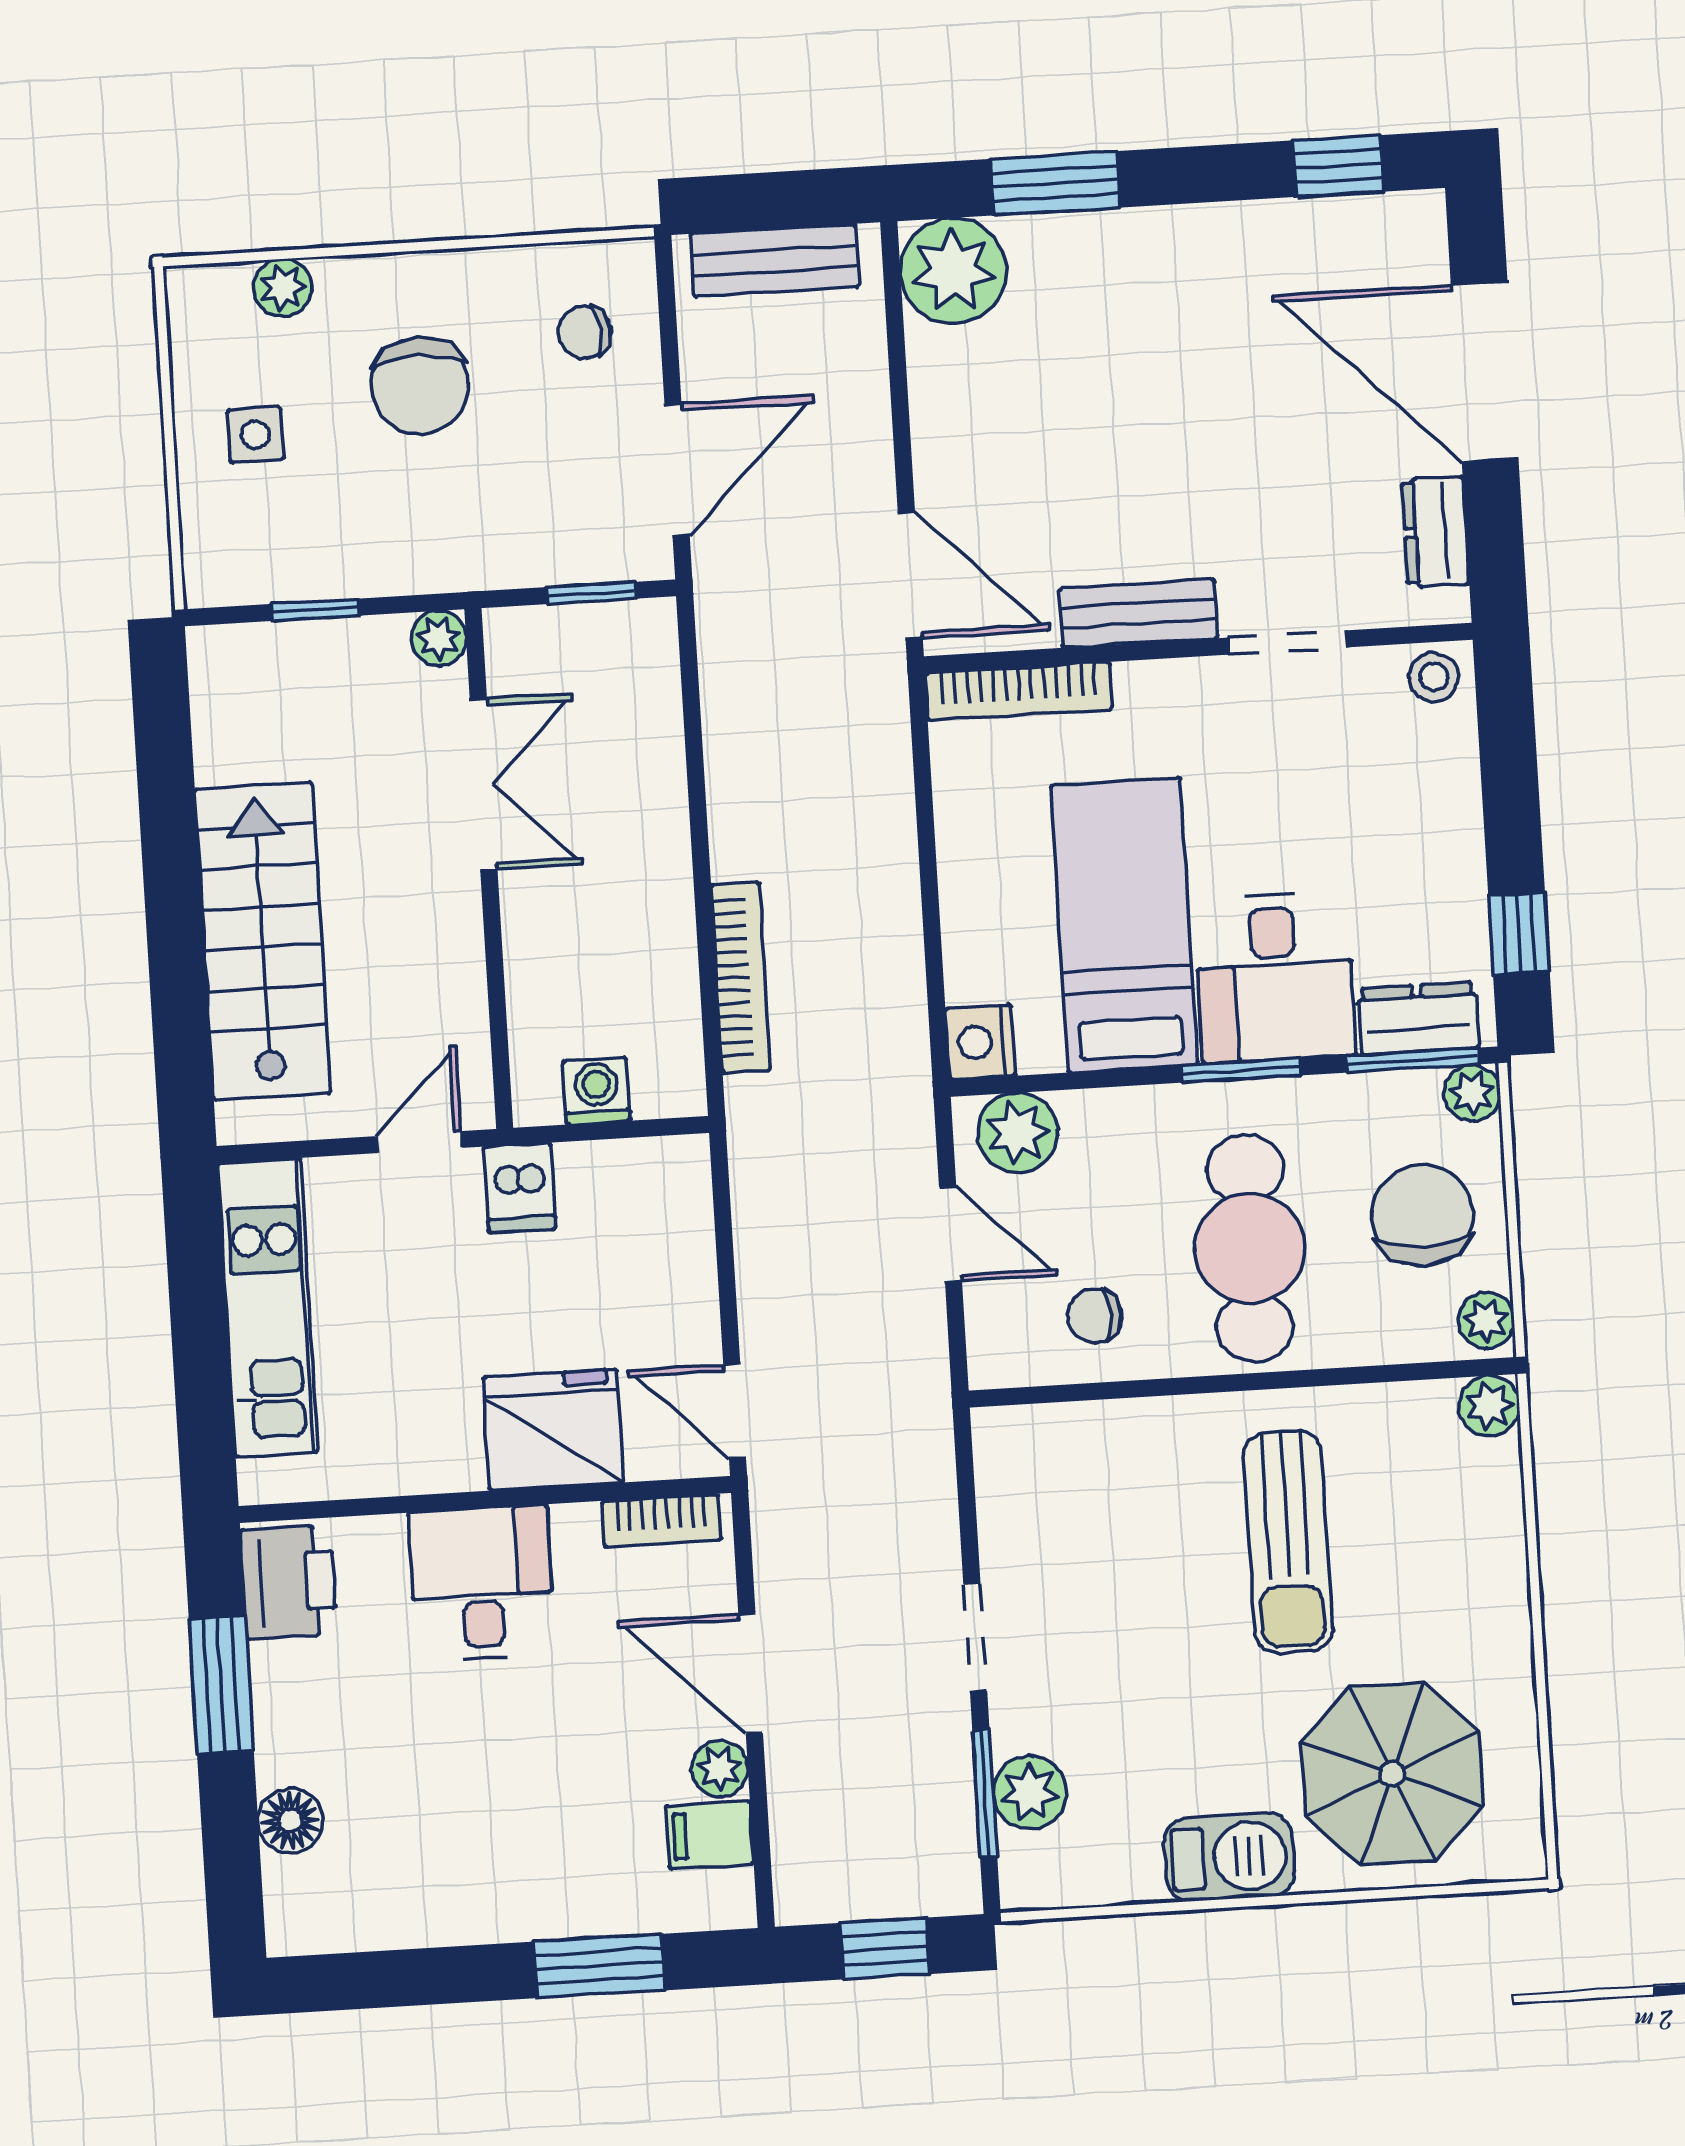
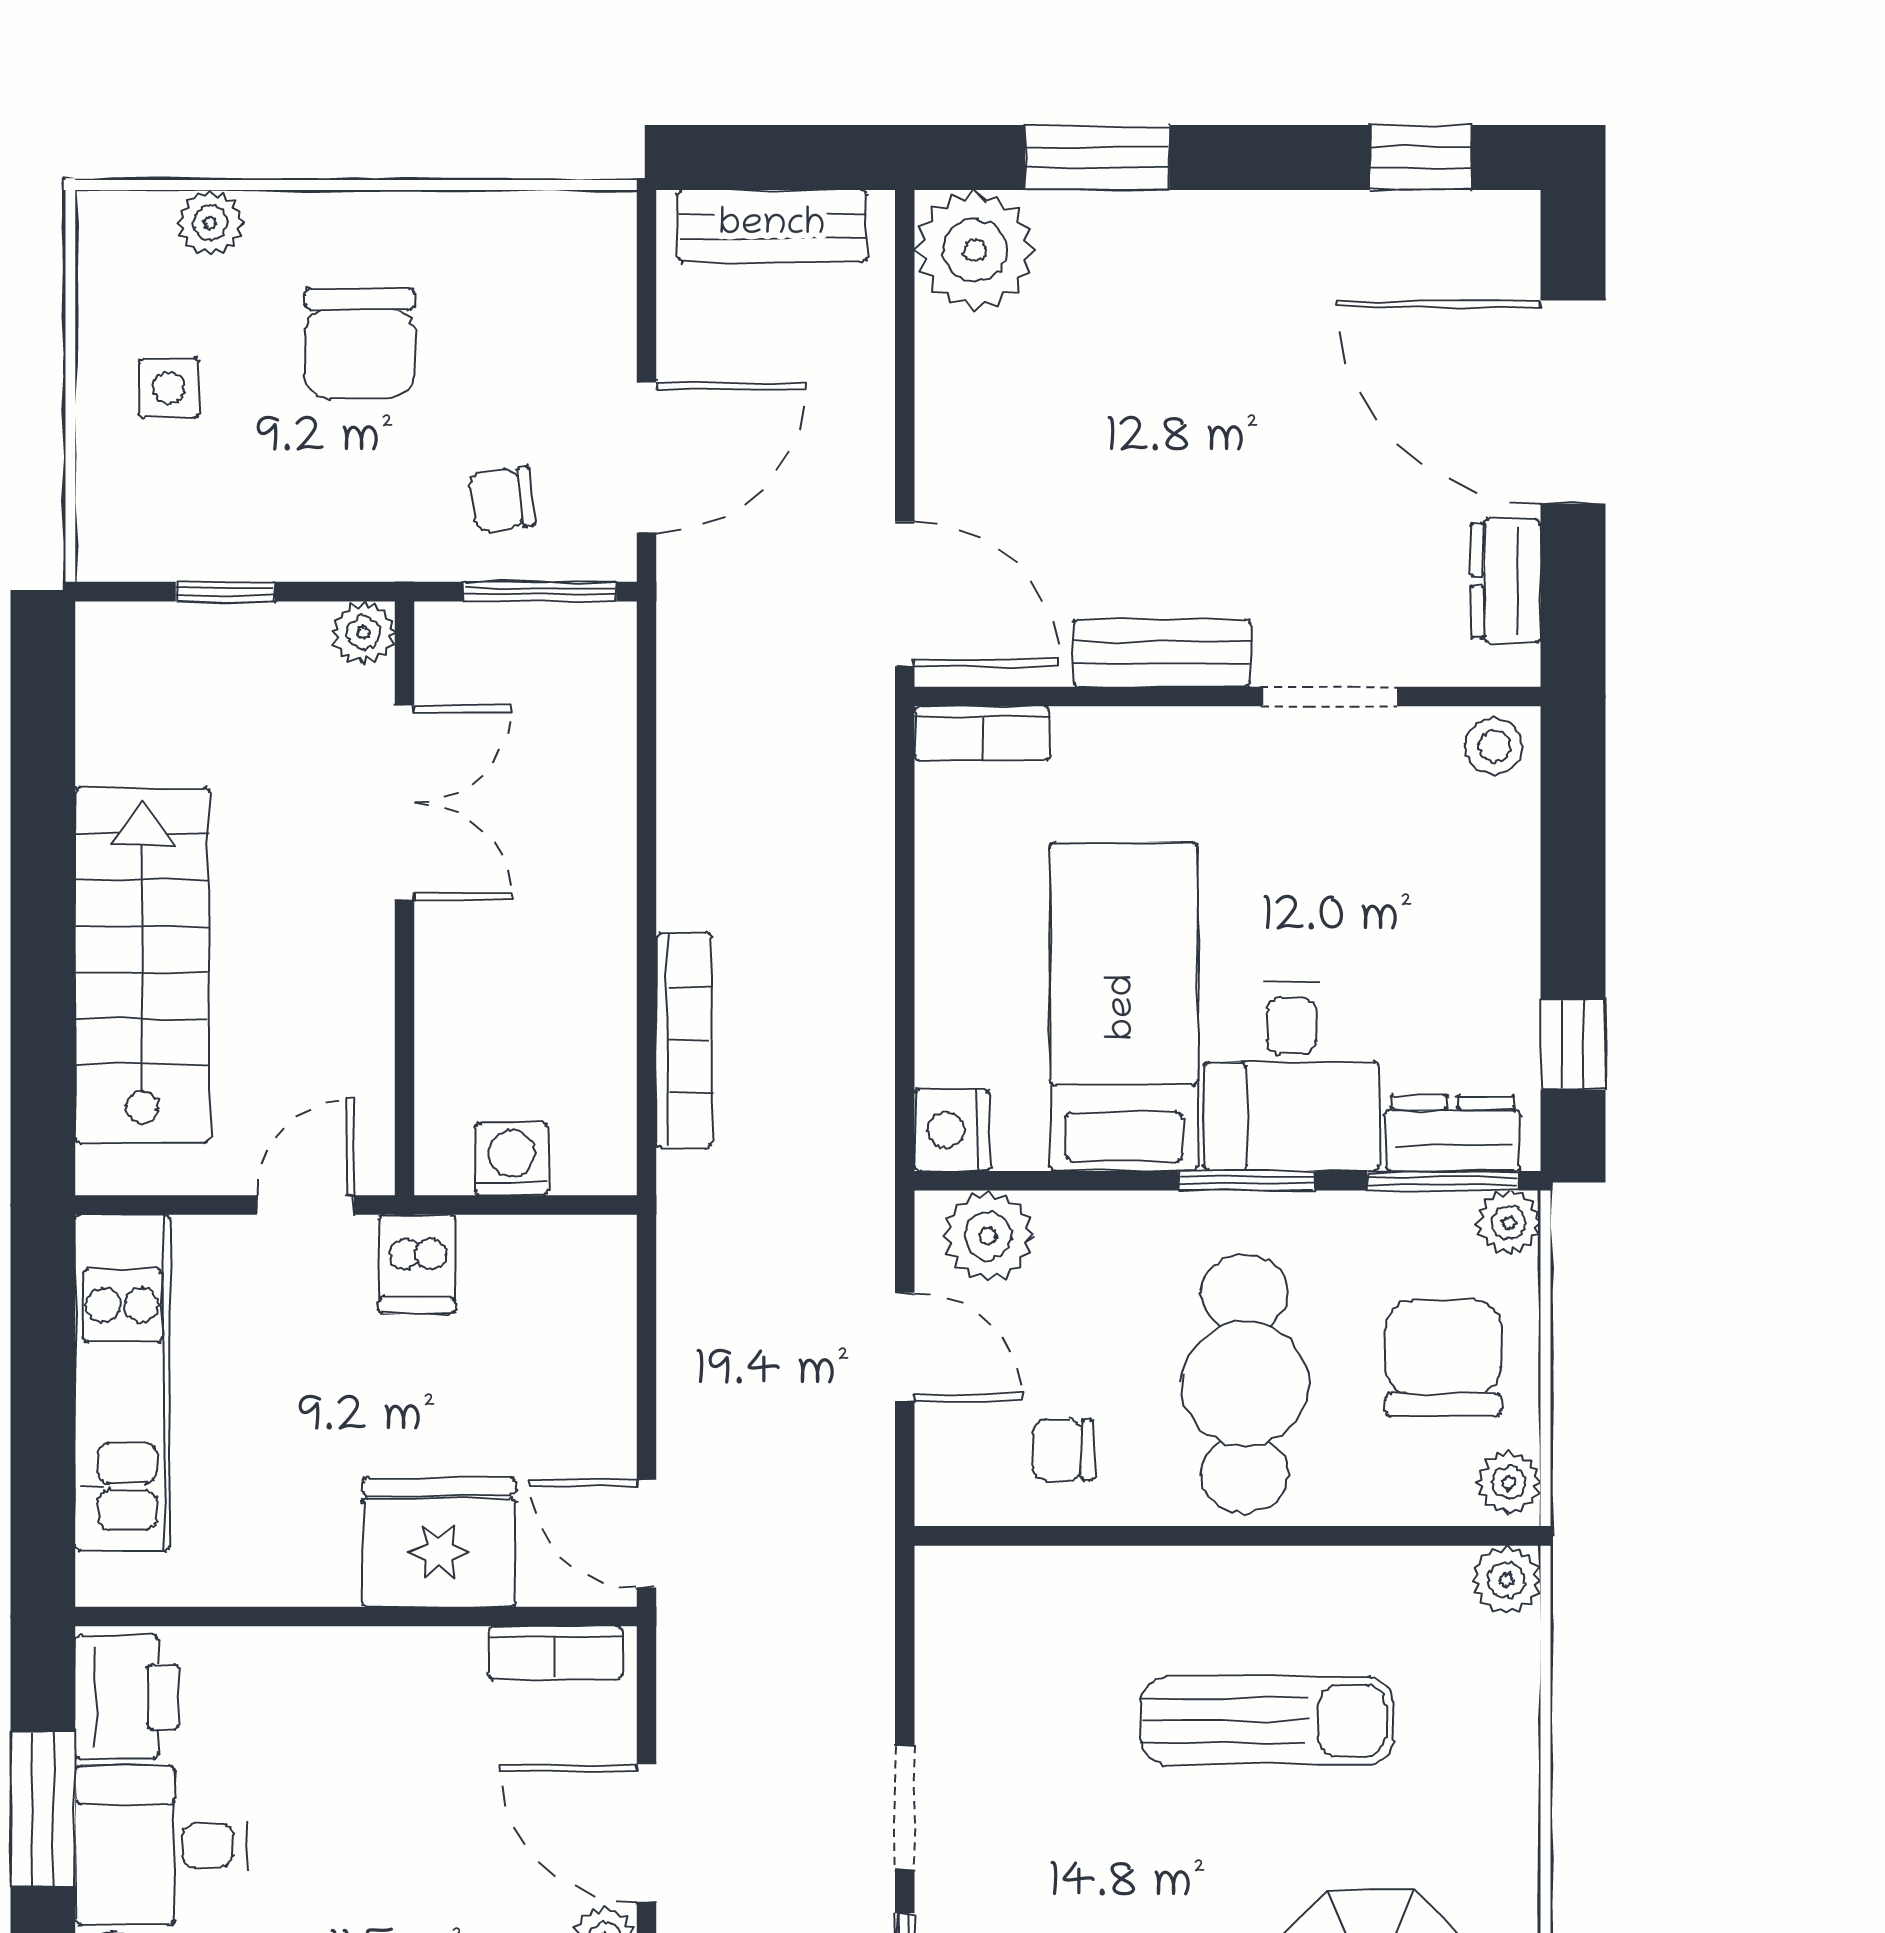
chair: (584, 332) -> (502, 500), moved
window: (591, 593) -> (540, 592), width x1.50
bookcase: (1019, 691) -> (982, 733), width x0.64
sun lounger: (1288, 1542) -> (1268, 1721), turned -90
desk: (482, 1584) -> (161, 1845), moved, turned -90

